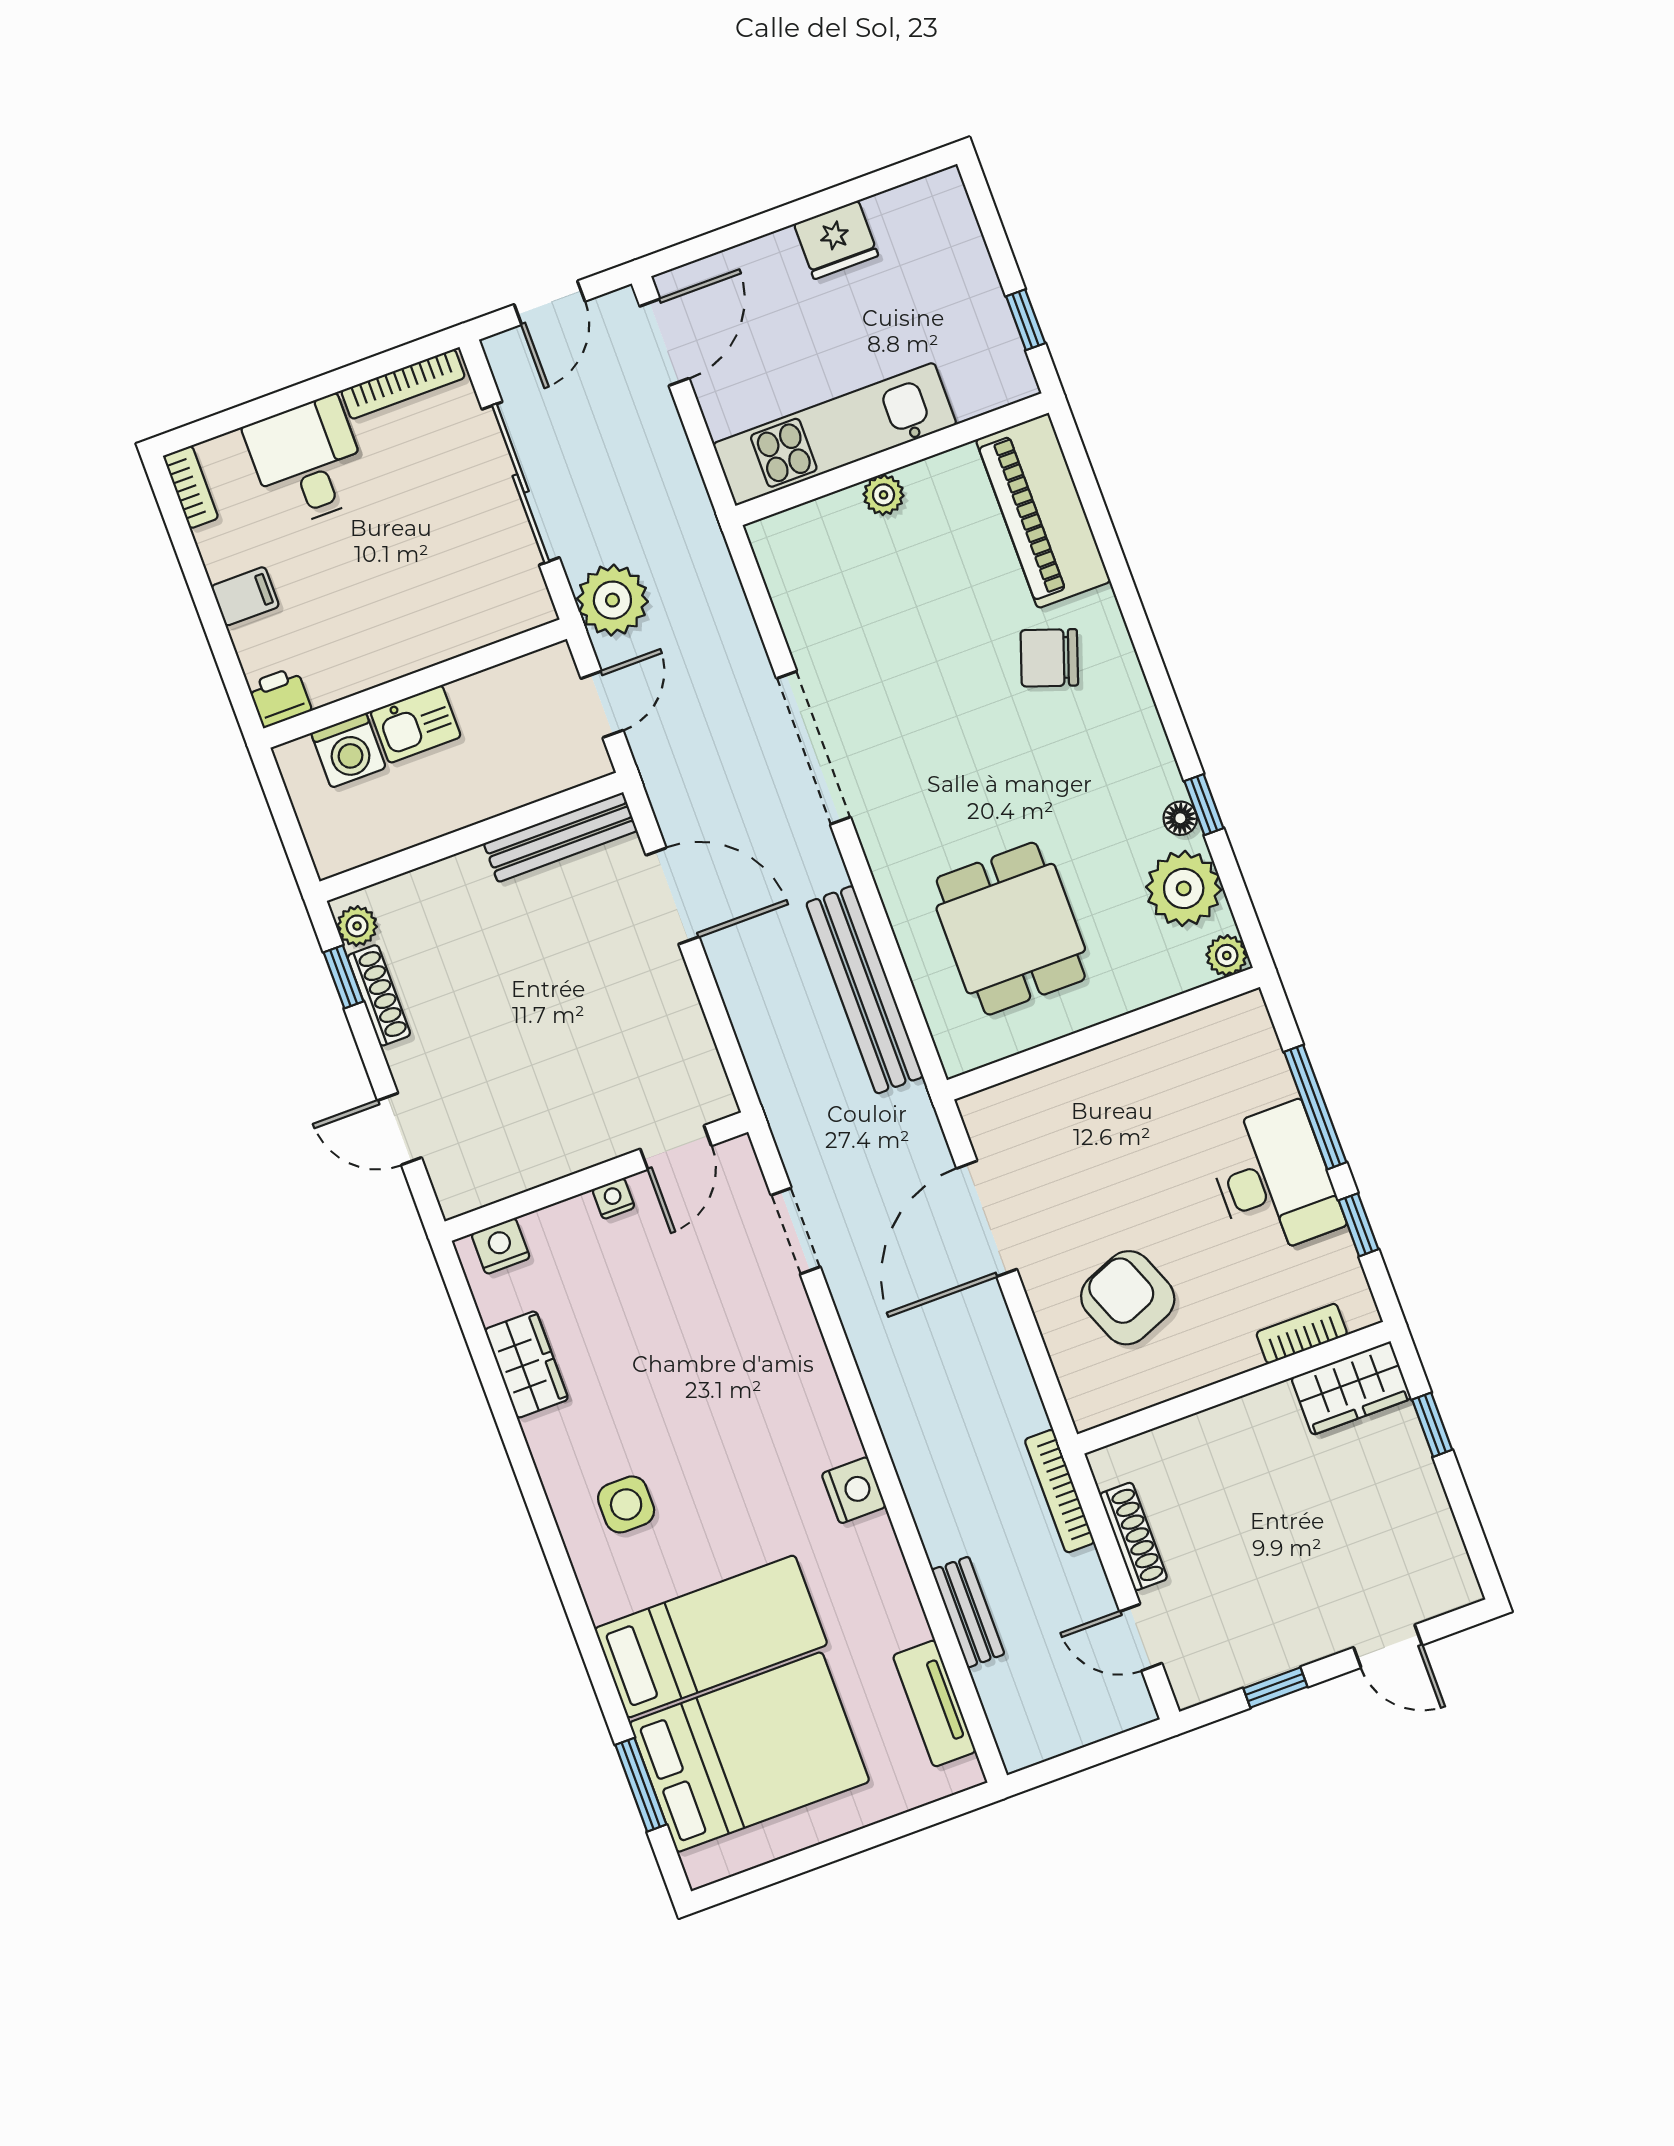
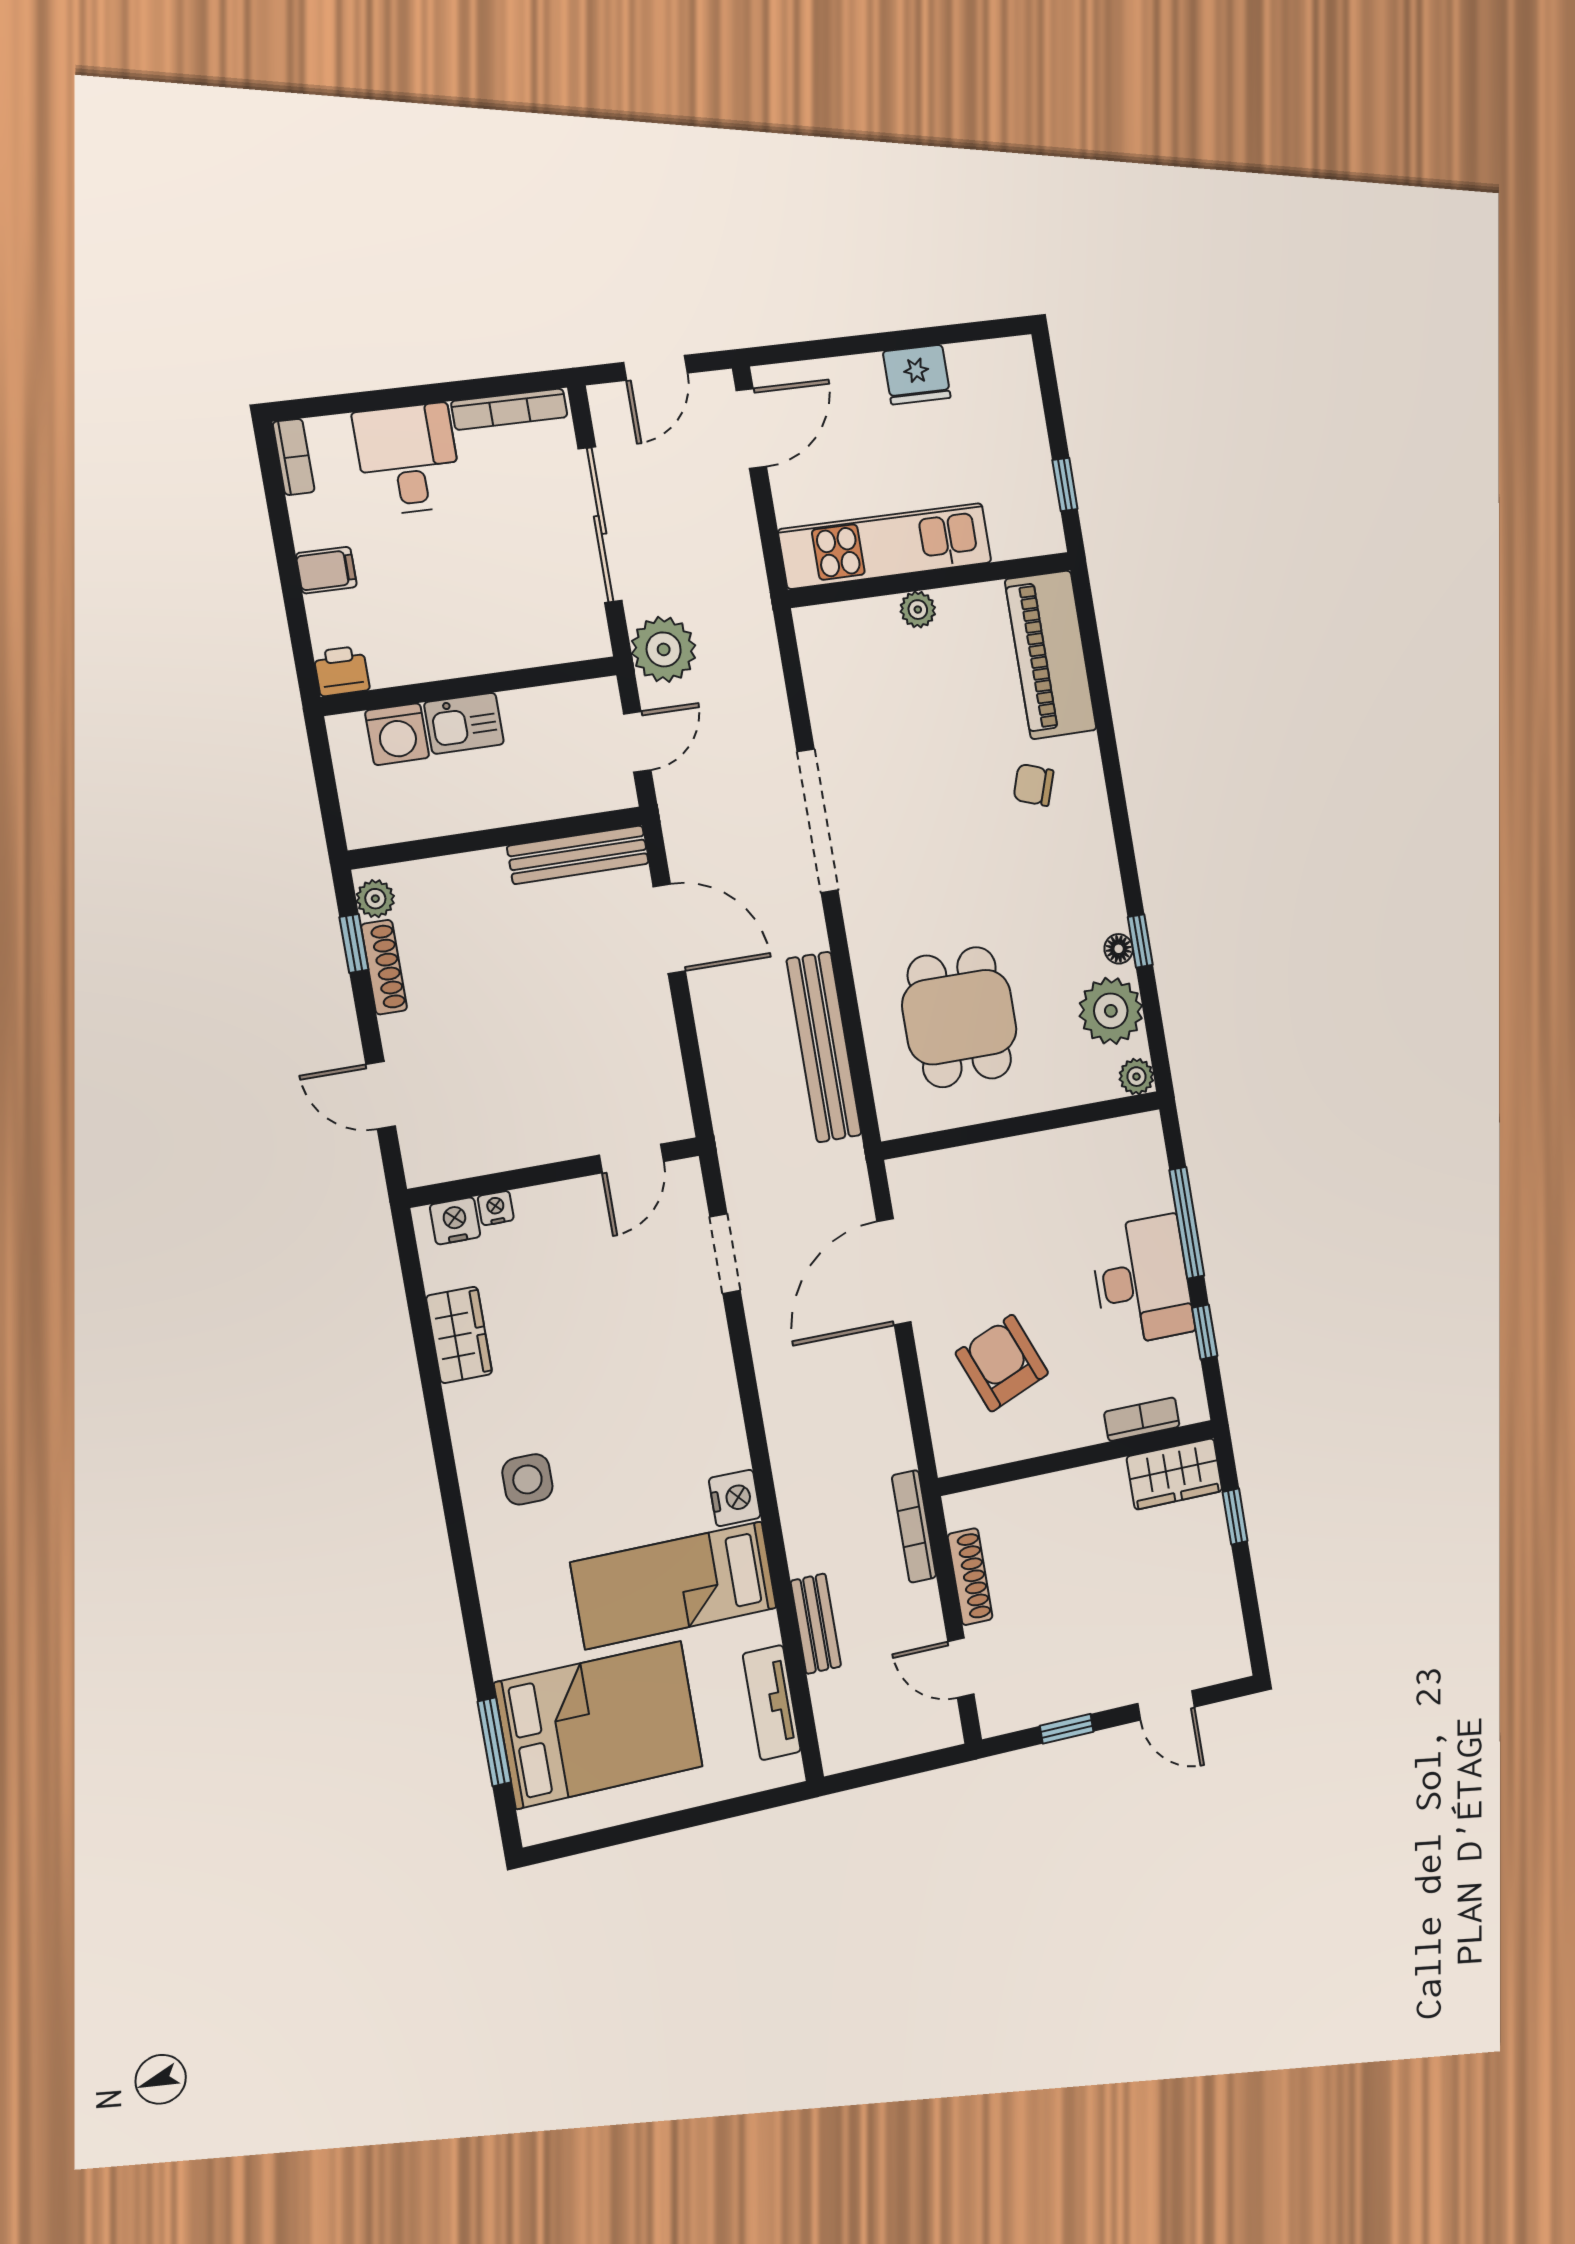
chair: (1049, 658) -> (1033, 785), width x0.73, depth x0.73
nightstand: (613, 1199) -> (496, 1208), moved
bed: (711, 1636) -> (674, 1585), moved, turned 180

